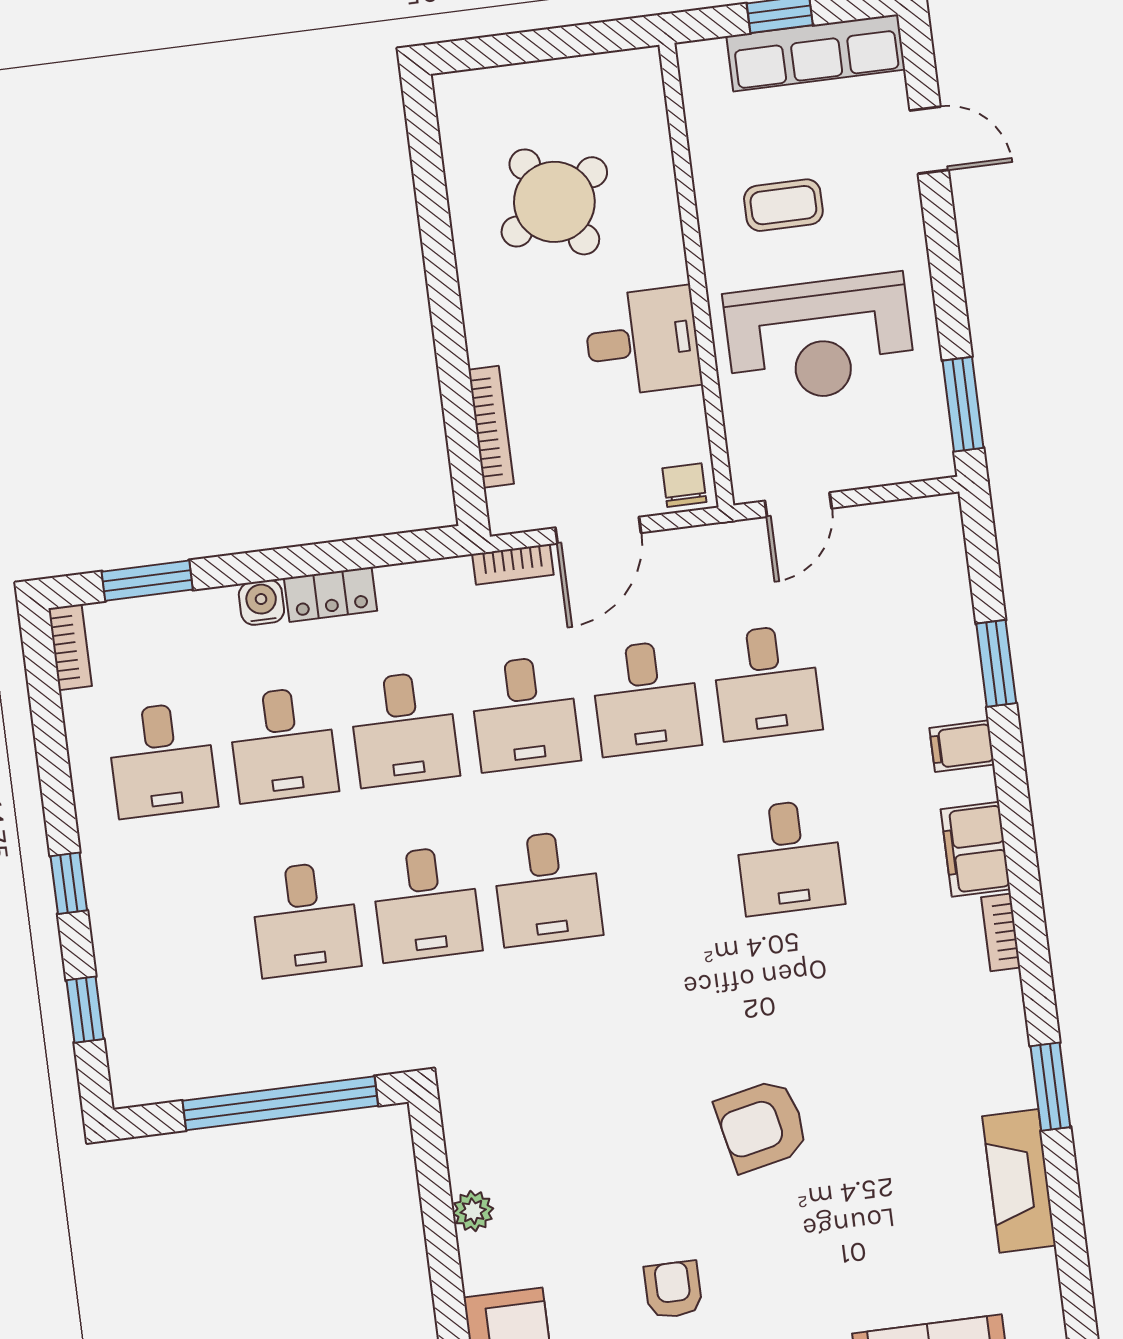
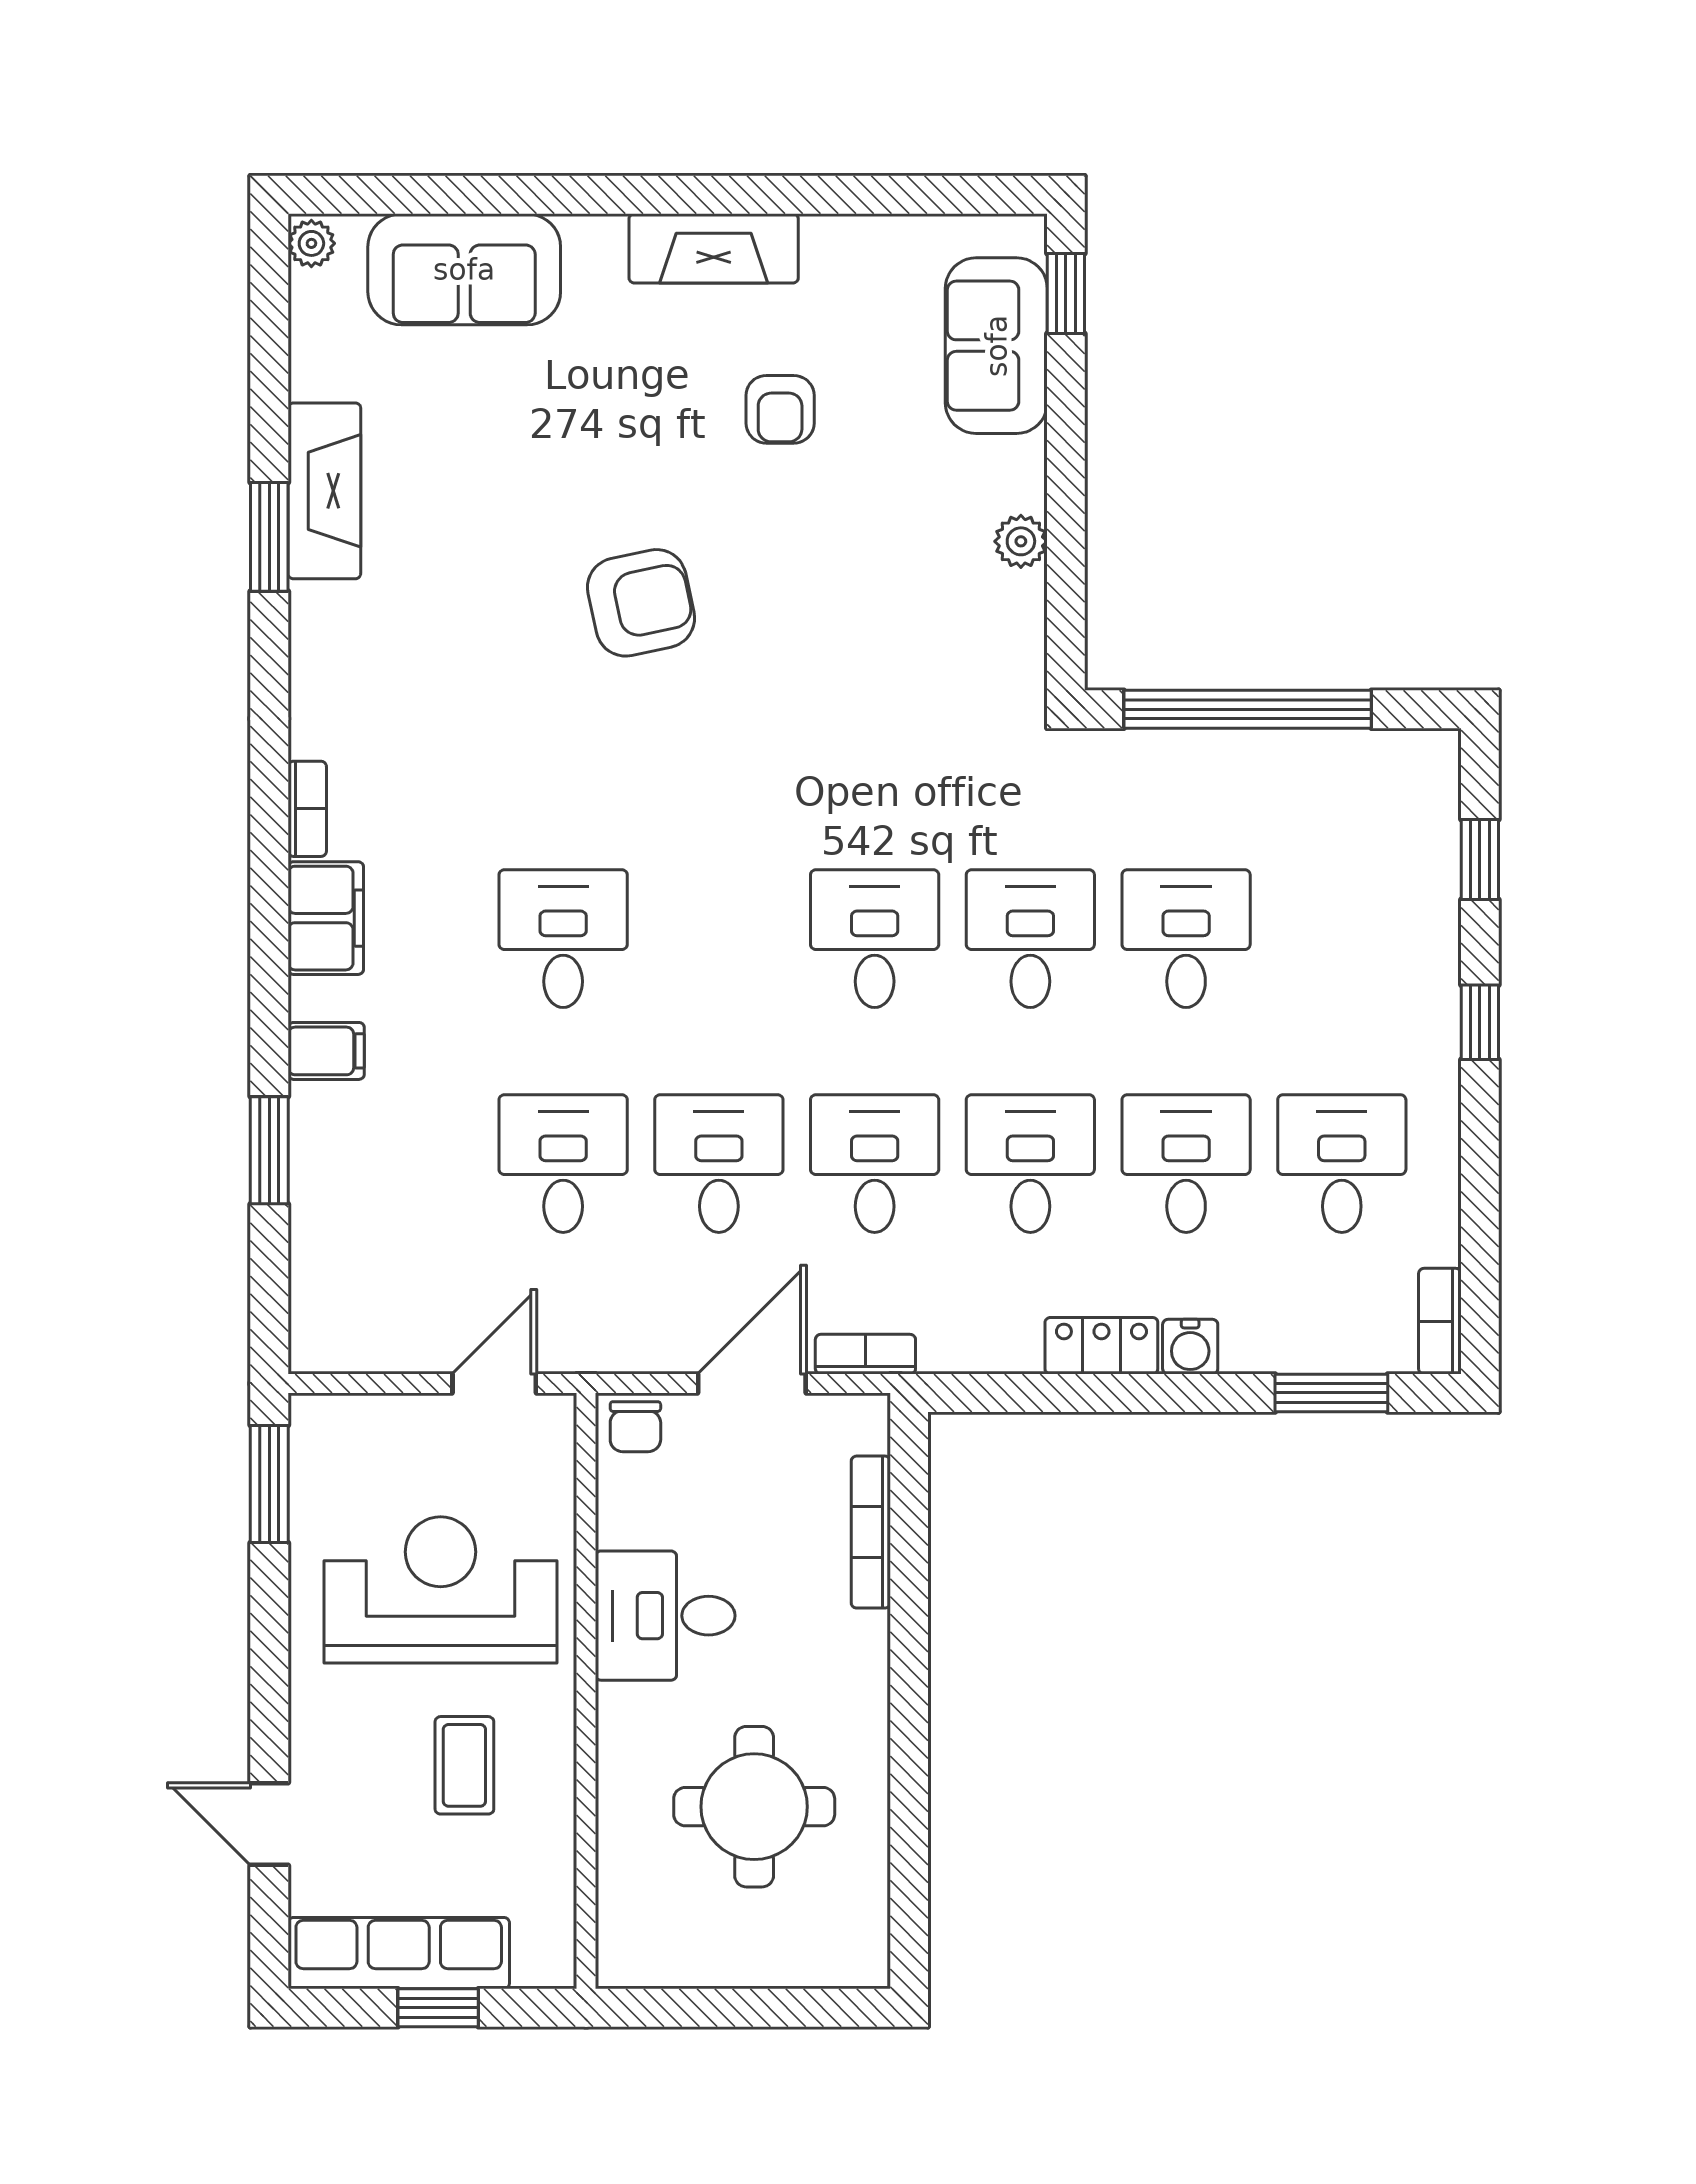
round table: (554, 202) -> (754, 1807), turned 31
coffee table: (783, 205) -> (464, 1765), turned 90
window: (1050, 1087) -> (269, 537), moved

